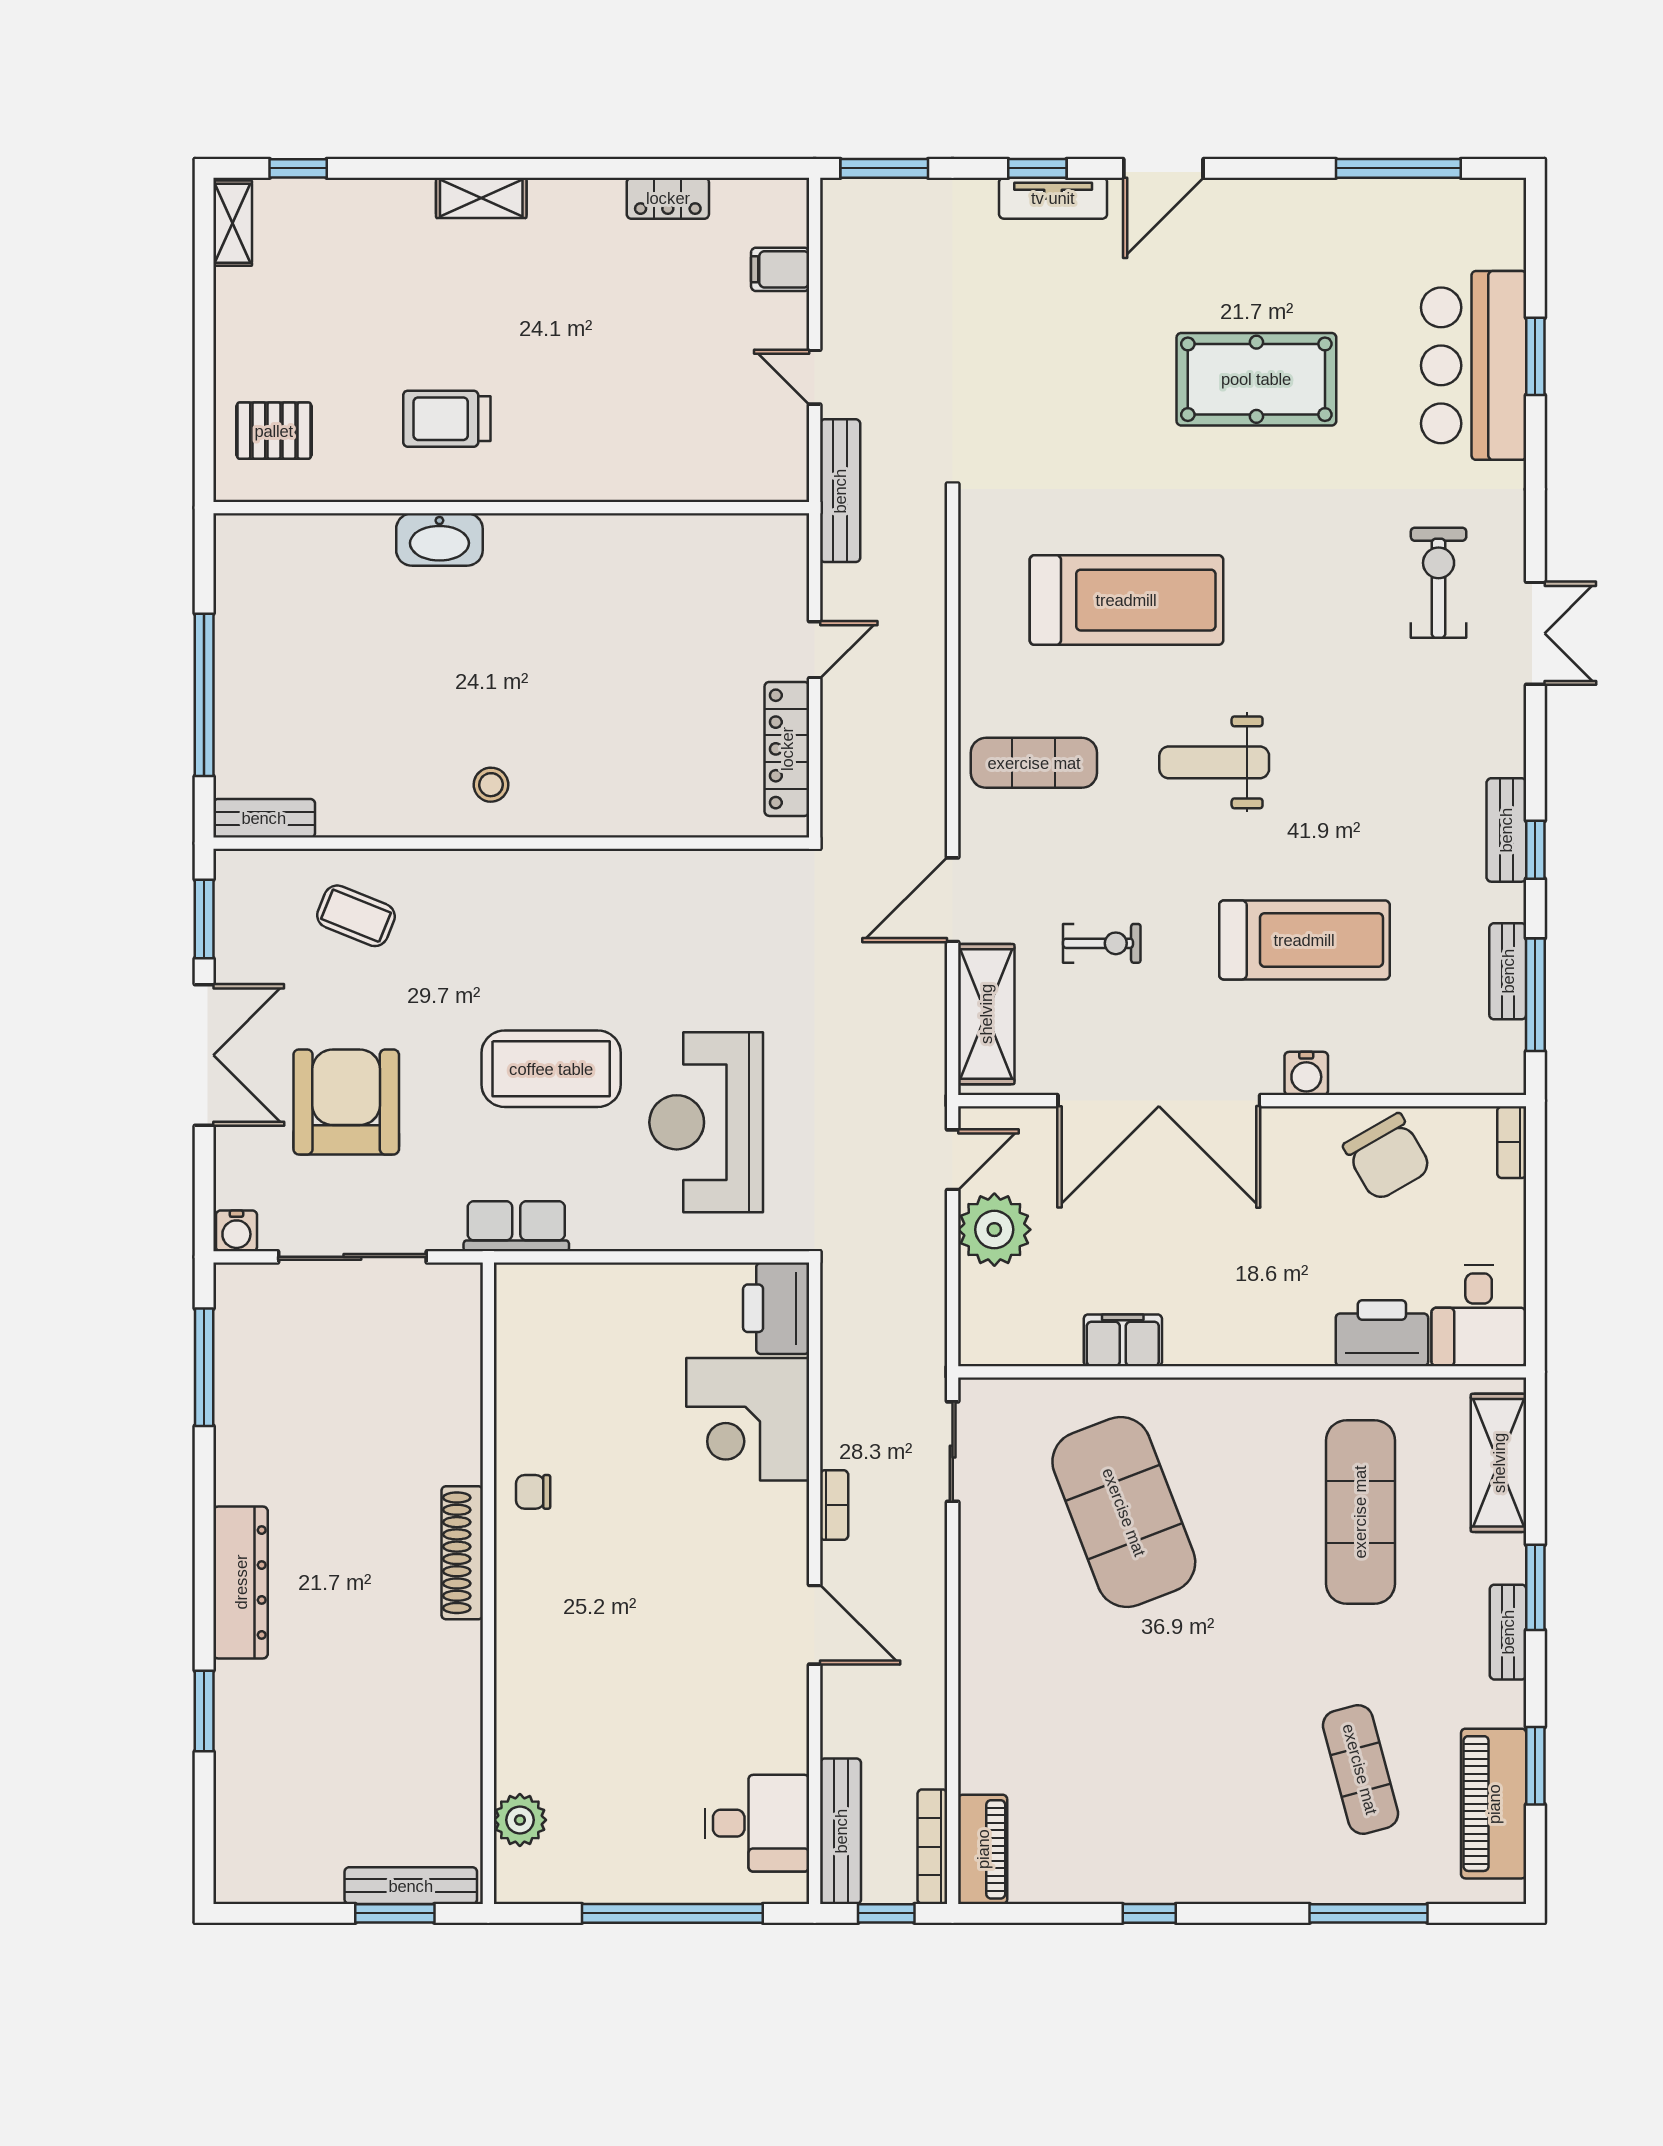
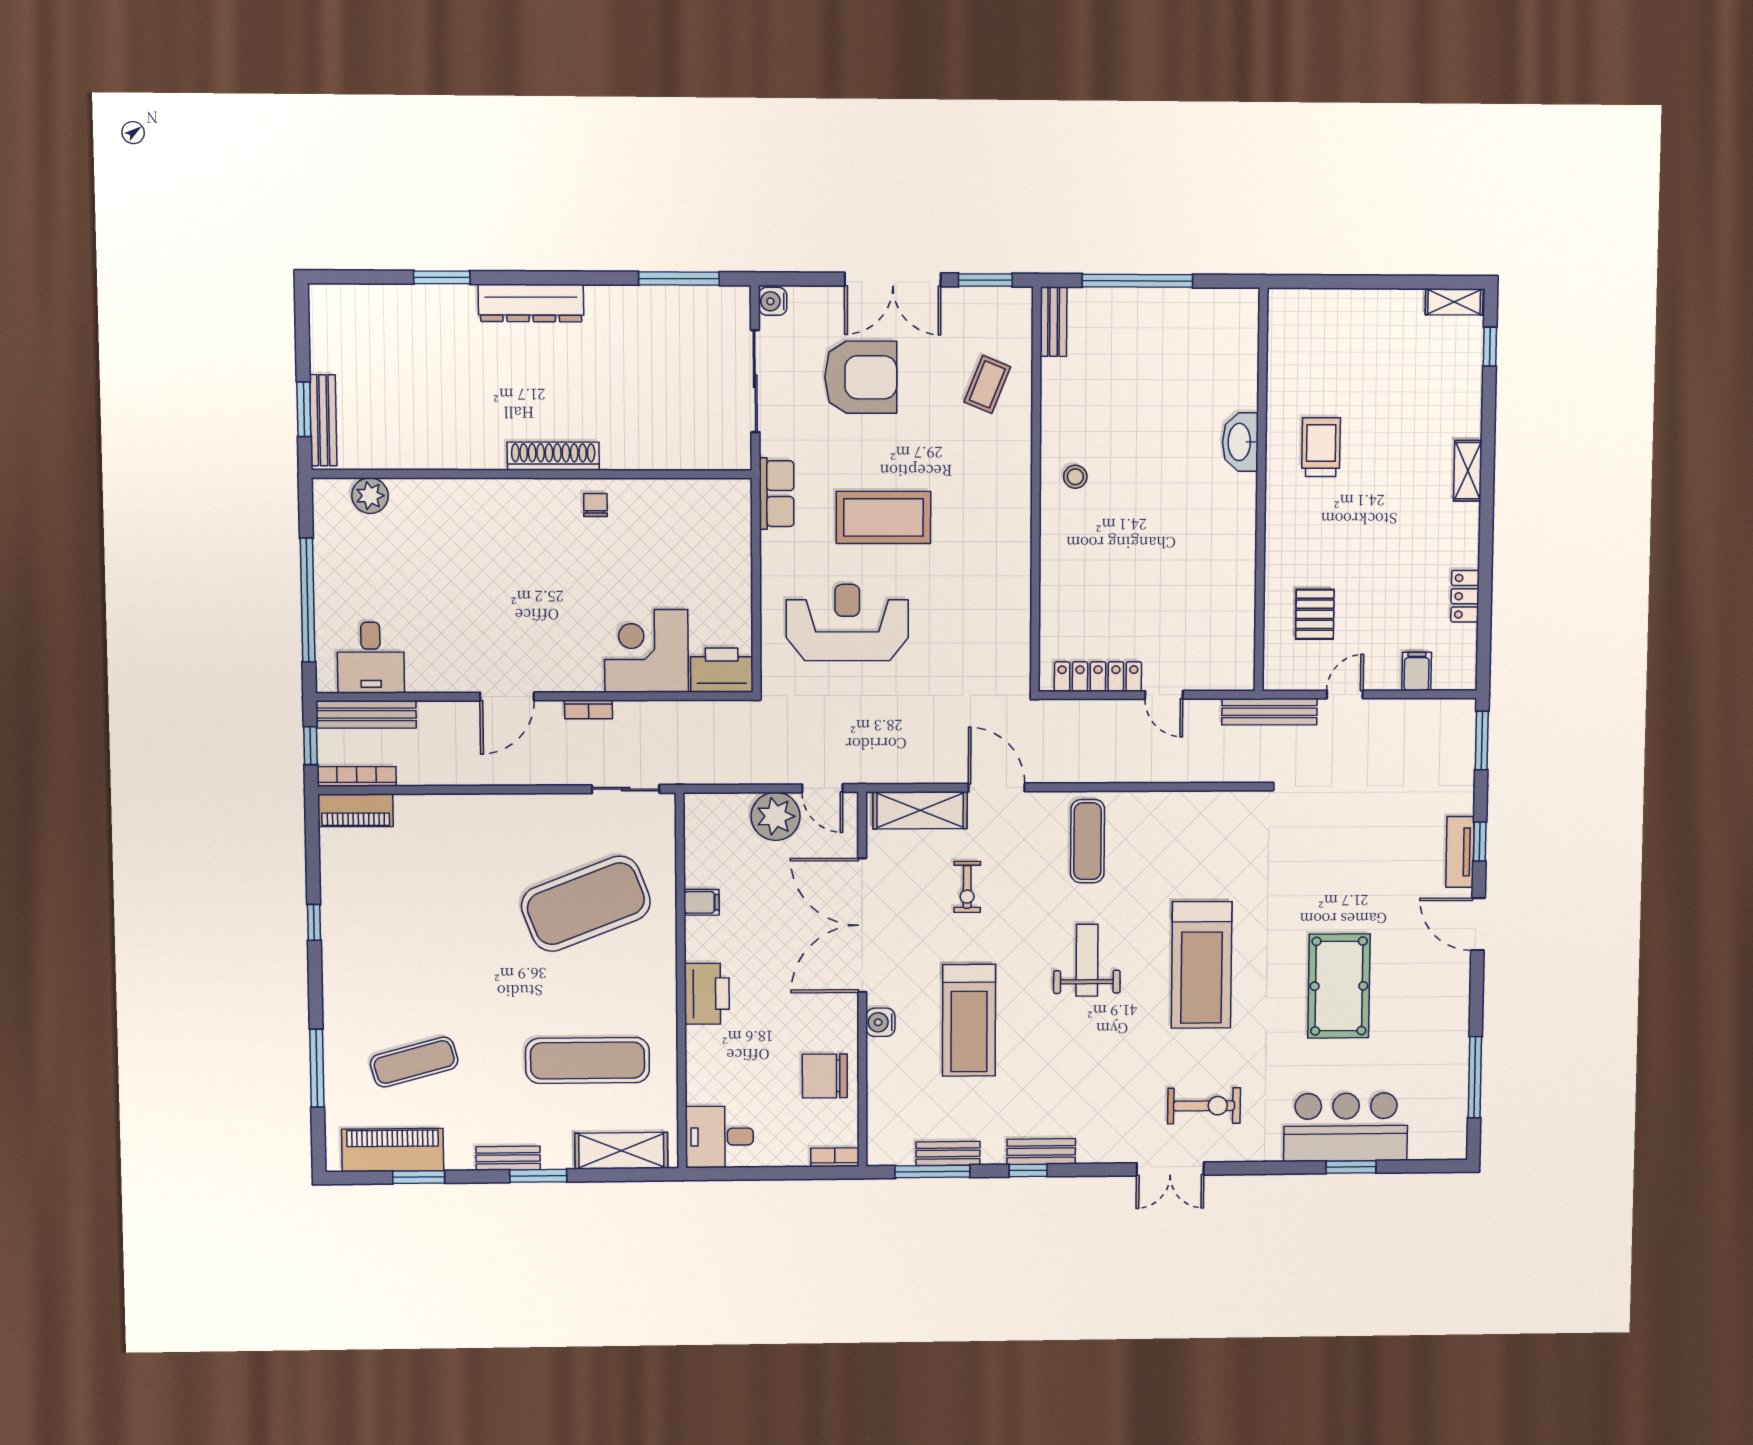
pallet: (274, 431) -> (1315, 614), moved
treadmill: (1126, 600) -> (1202, 965), moved
coffee table: (551, 1069) -> (883, 517), turned 90
chair: (1387, 1157) -> (825, 1076), turned 30
printer: (1382, 1333) -> (707, 994), moved
filing cabinet: (1123, 1340) -> (702, 902), width x0.50

